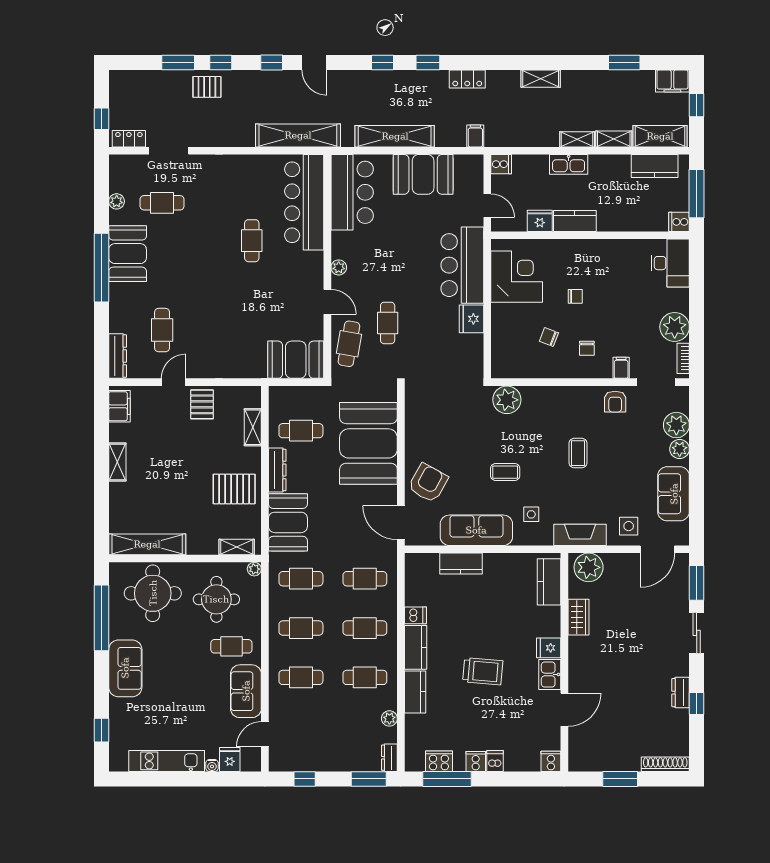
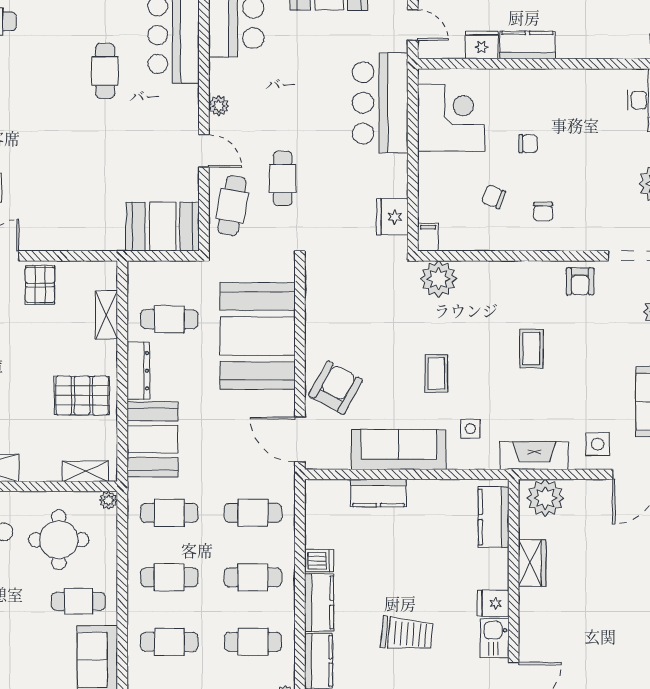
fridge: (471, 319) -> (392, 217), moved
filing cabinet: (621, 368) -> (428, 237), moved
coffee table: (505, 472) -> (436, 373), turned 90

